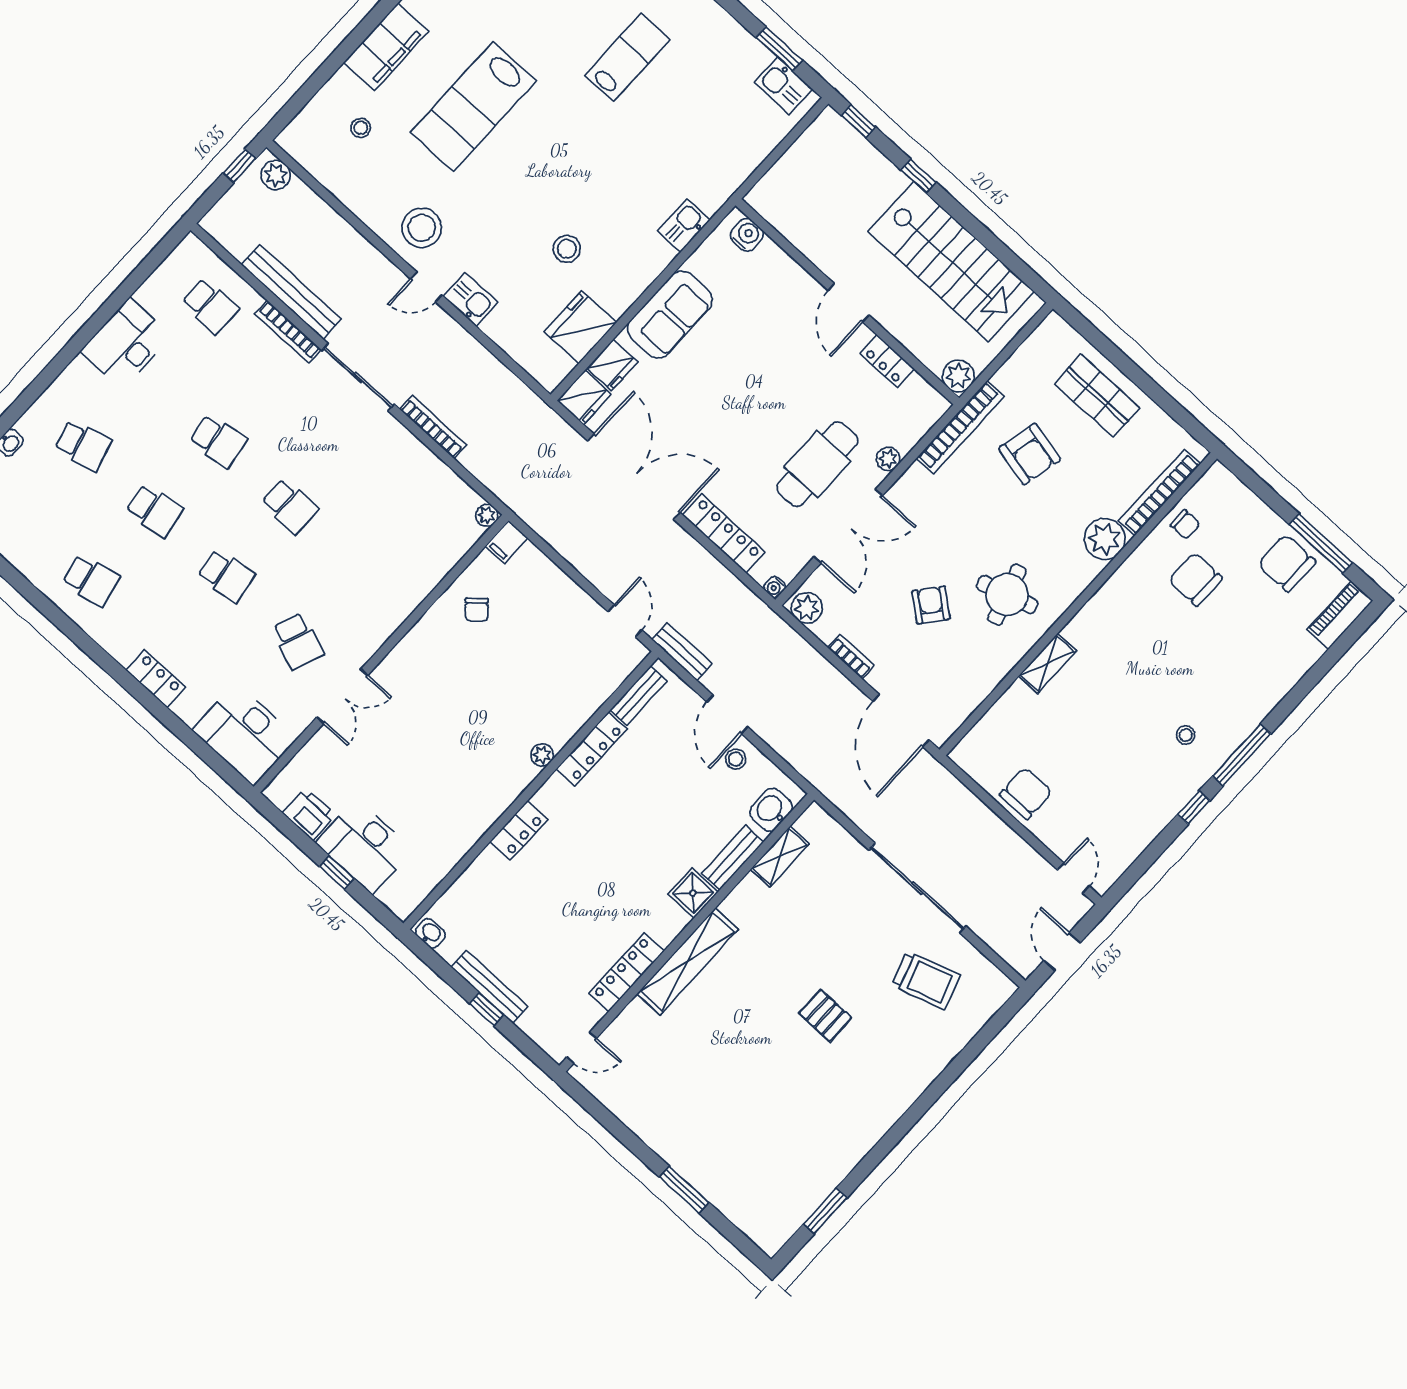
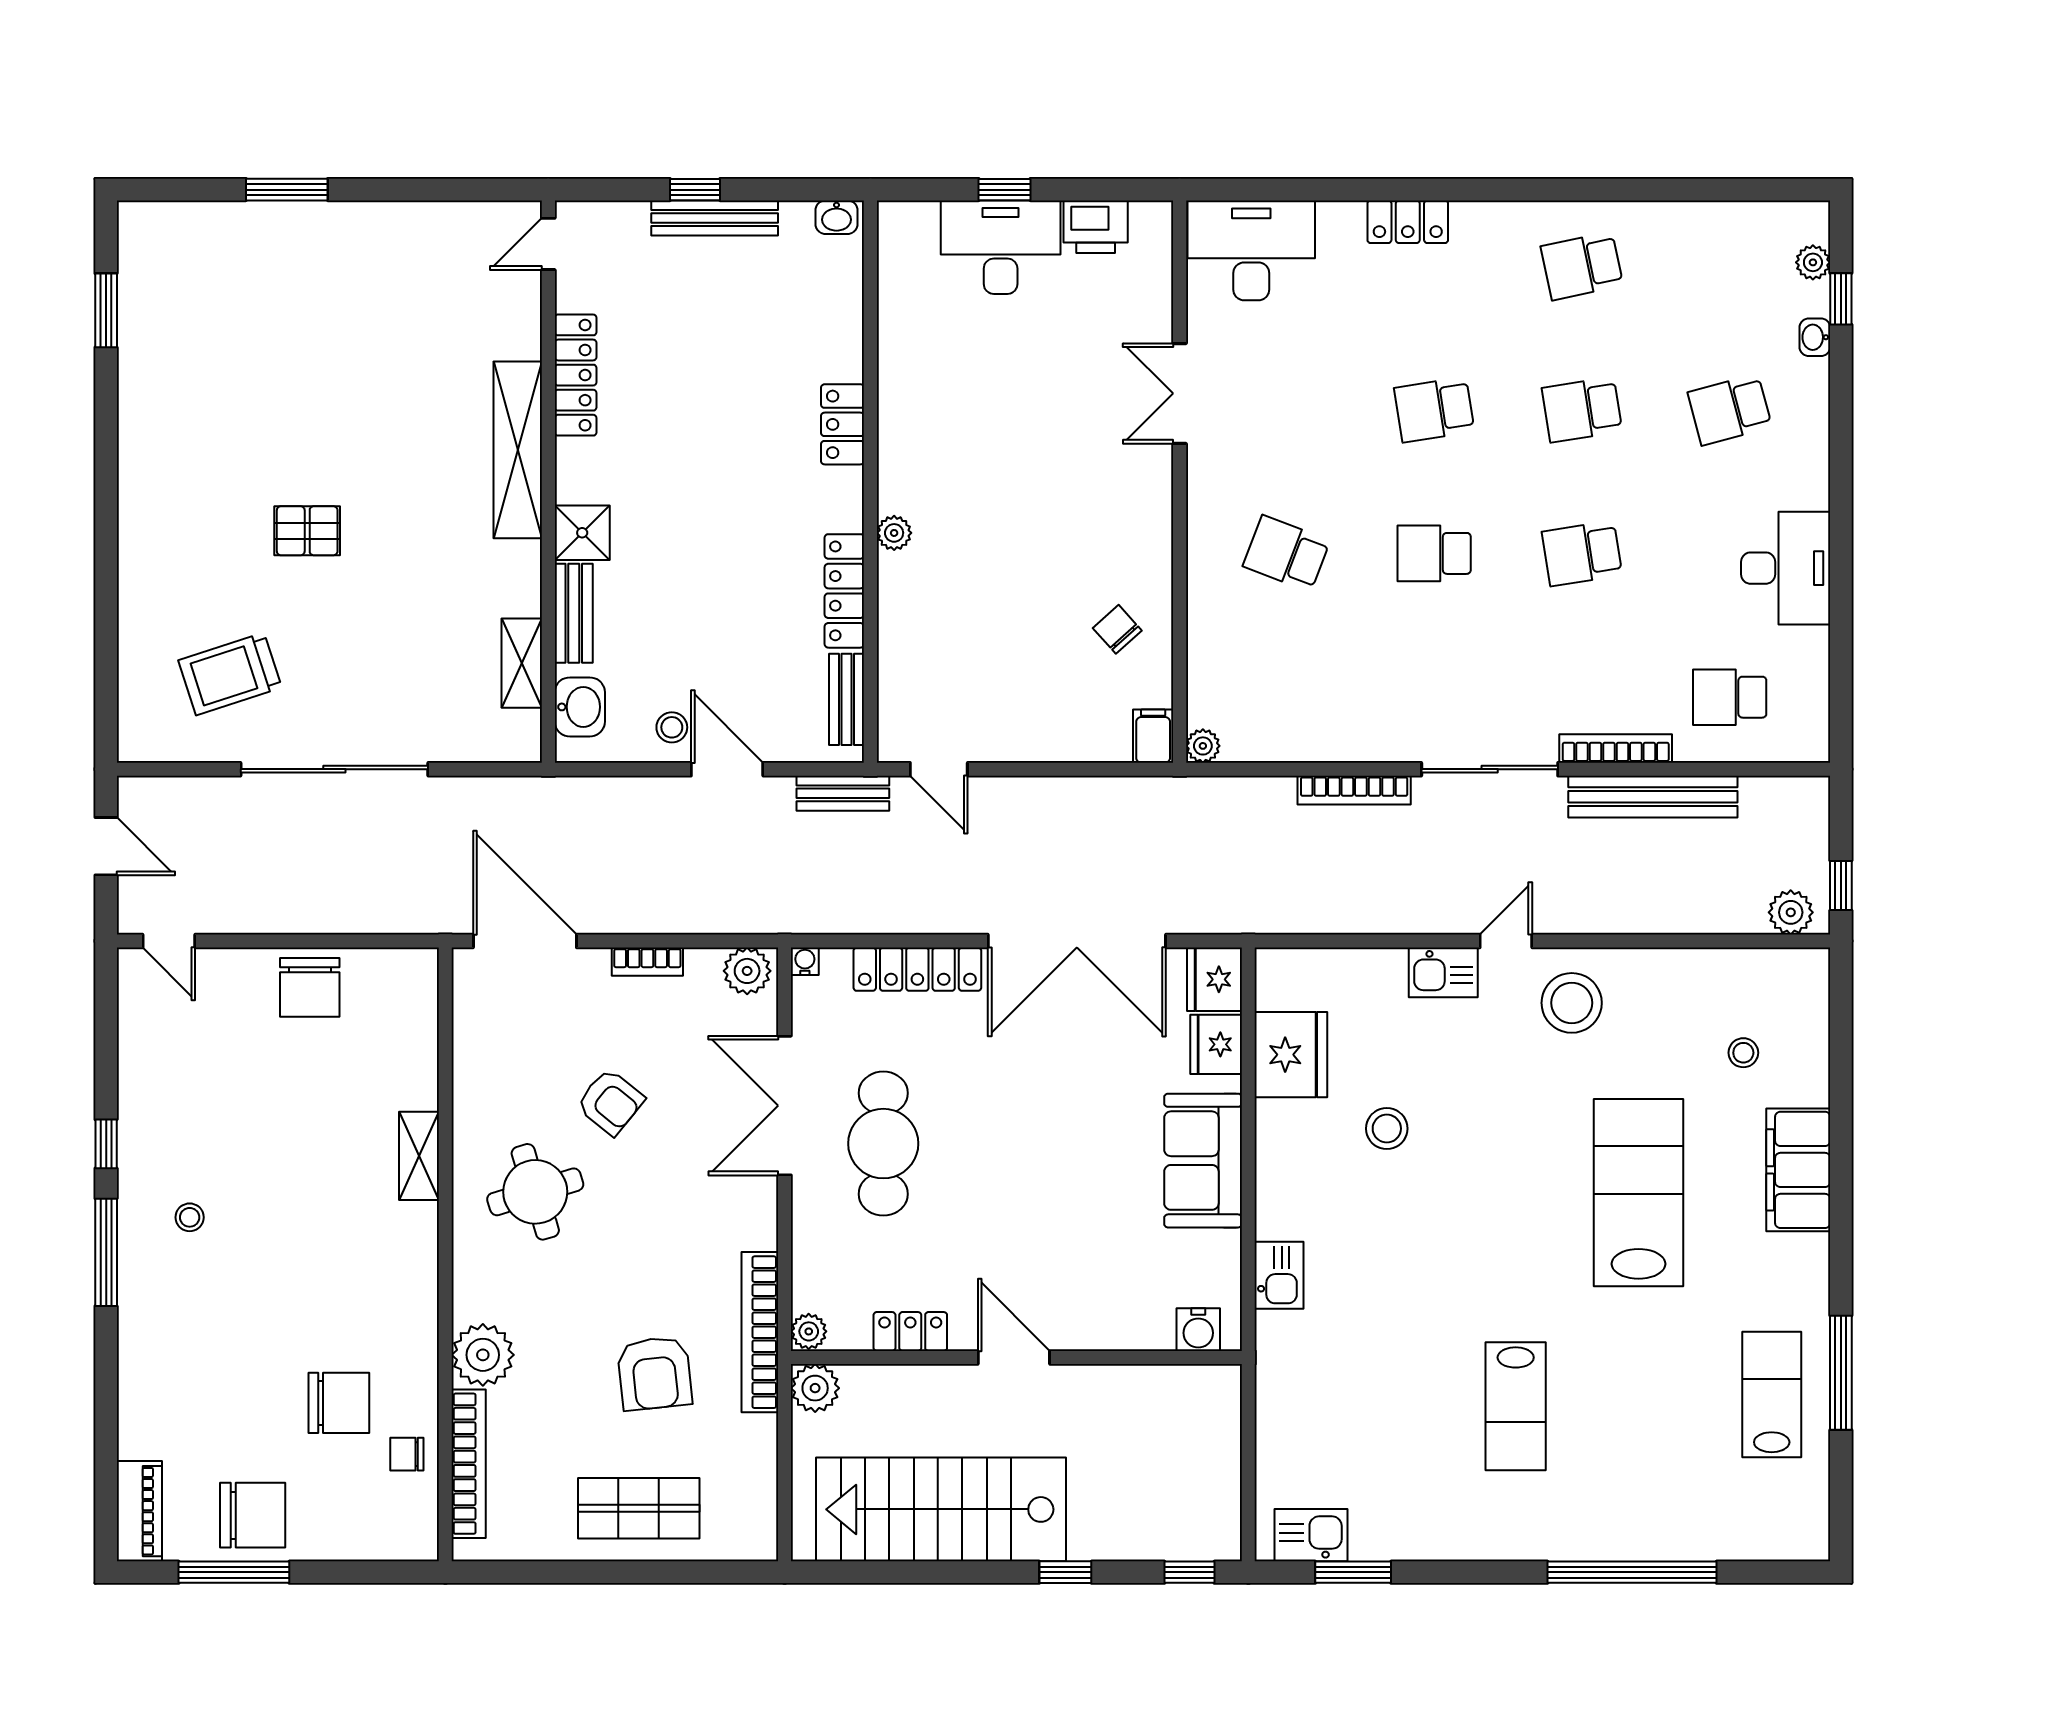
armchair: (1030, 454) -> (655, 1373), turned -109
plant: (888, 459) -> (809, 1331), moved
school desk: (298, 641) -> (1286, 553), moved

